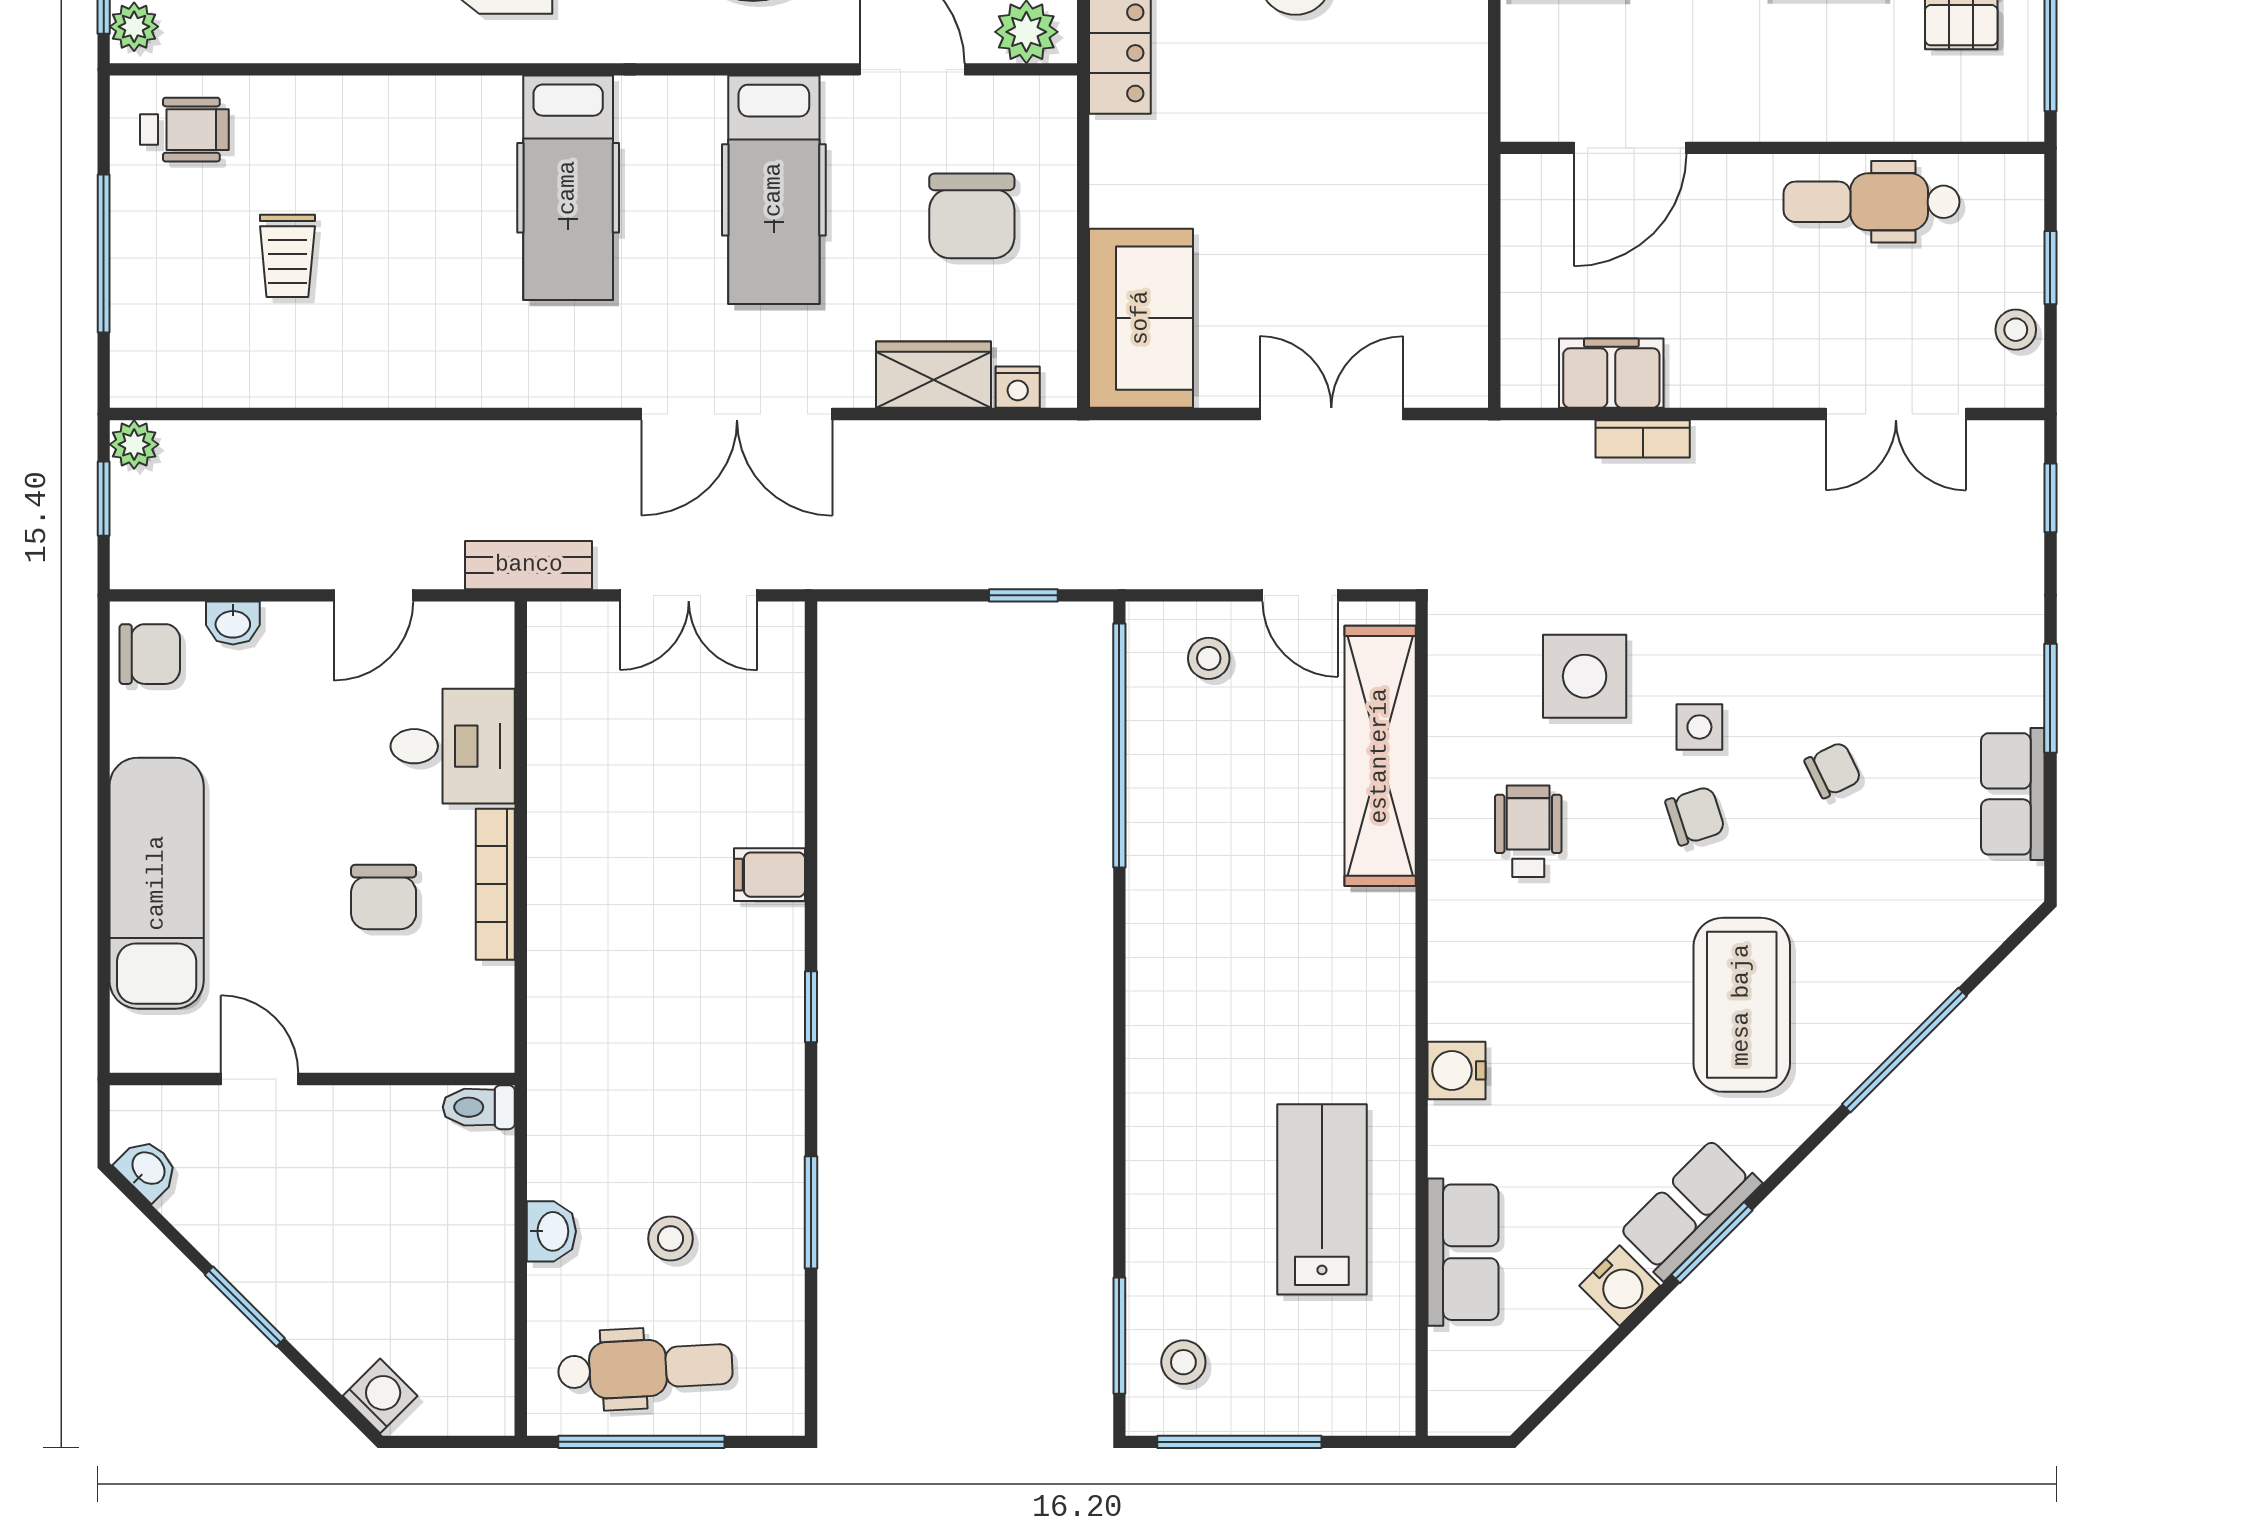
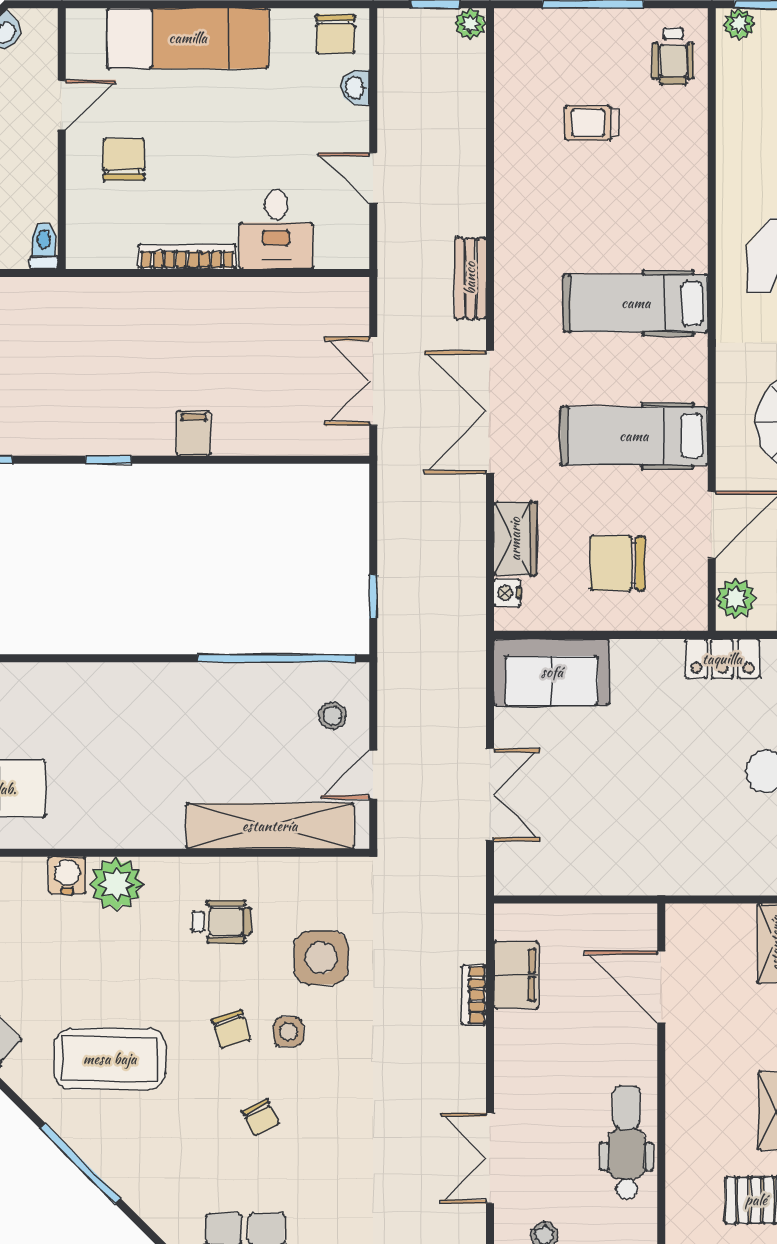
bench: (529, 565) -> (470, 278), moved
chair: (384, 897) -> (124, 159), moved, turned 90
plant: (1470, 994) -> (116, 884), added

